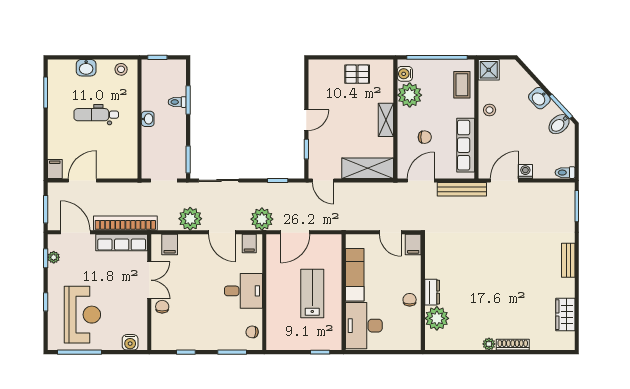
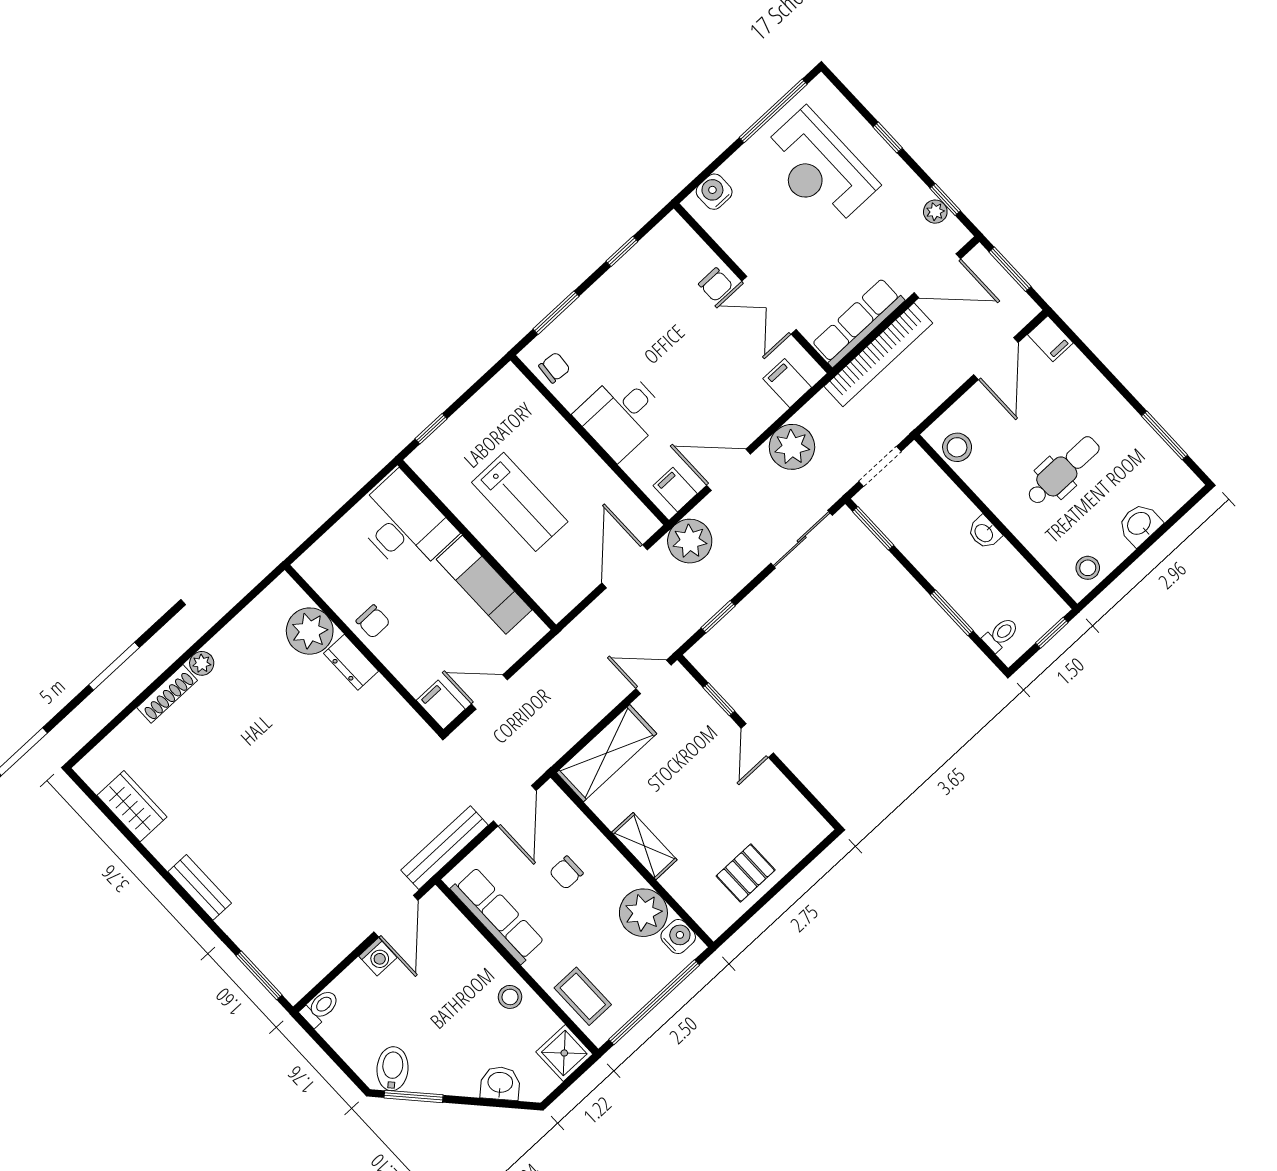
washbasin: (539, 98) -> (500, 1083), moved
toilet: (177, 102) -> (1001, 634), moved
stool: (128, 161) -> (957, 447), added

